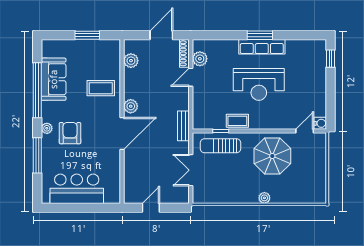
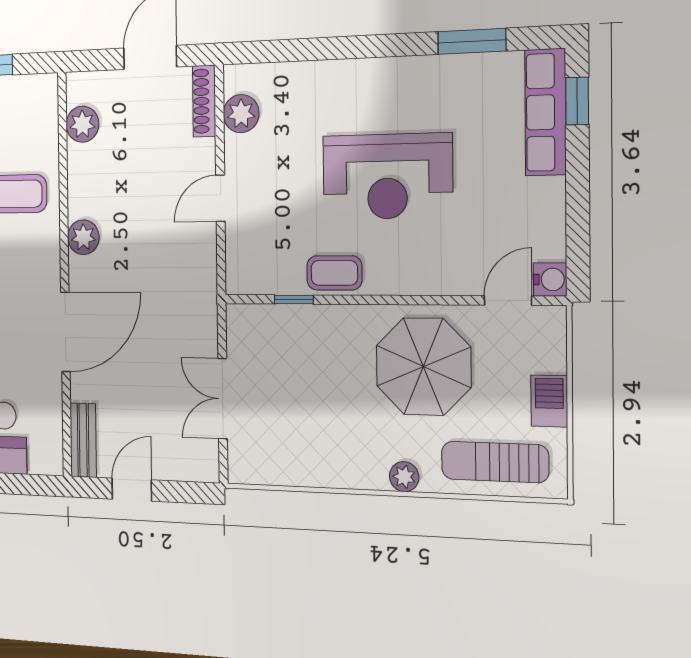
window: (260, 35) -> (472, 41), moved
row of seats: (262, 47) -> (545, 112), moved, turned 90
door: (191, 77) -> (220, 198), moved
bench: (183, 126) -> (83, 440), moved
door: (122, 134) -> (65, 332), moved
sun lounger: (220, 146) -> (495, 462), moved
barbecue: (320, 168) -> (549, 401), added

